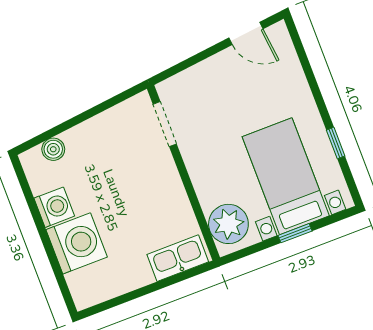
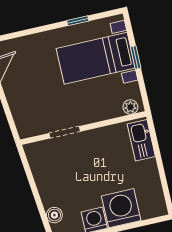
doorway: (165, 124) -> (65, 132), moved
plant: (228, 224) -> (130, 107), width x0.53, depth x0.53

